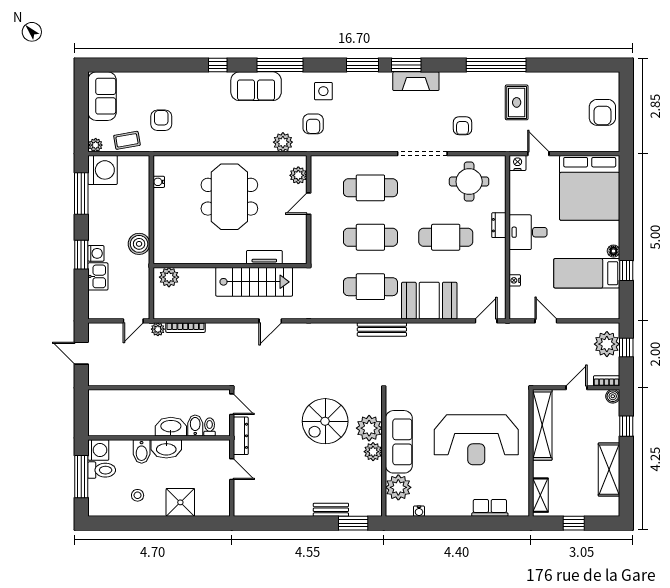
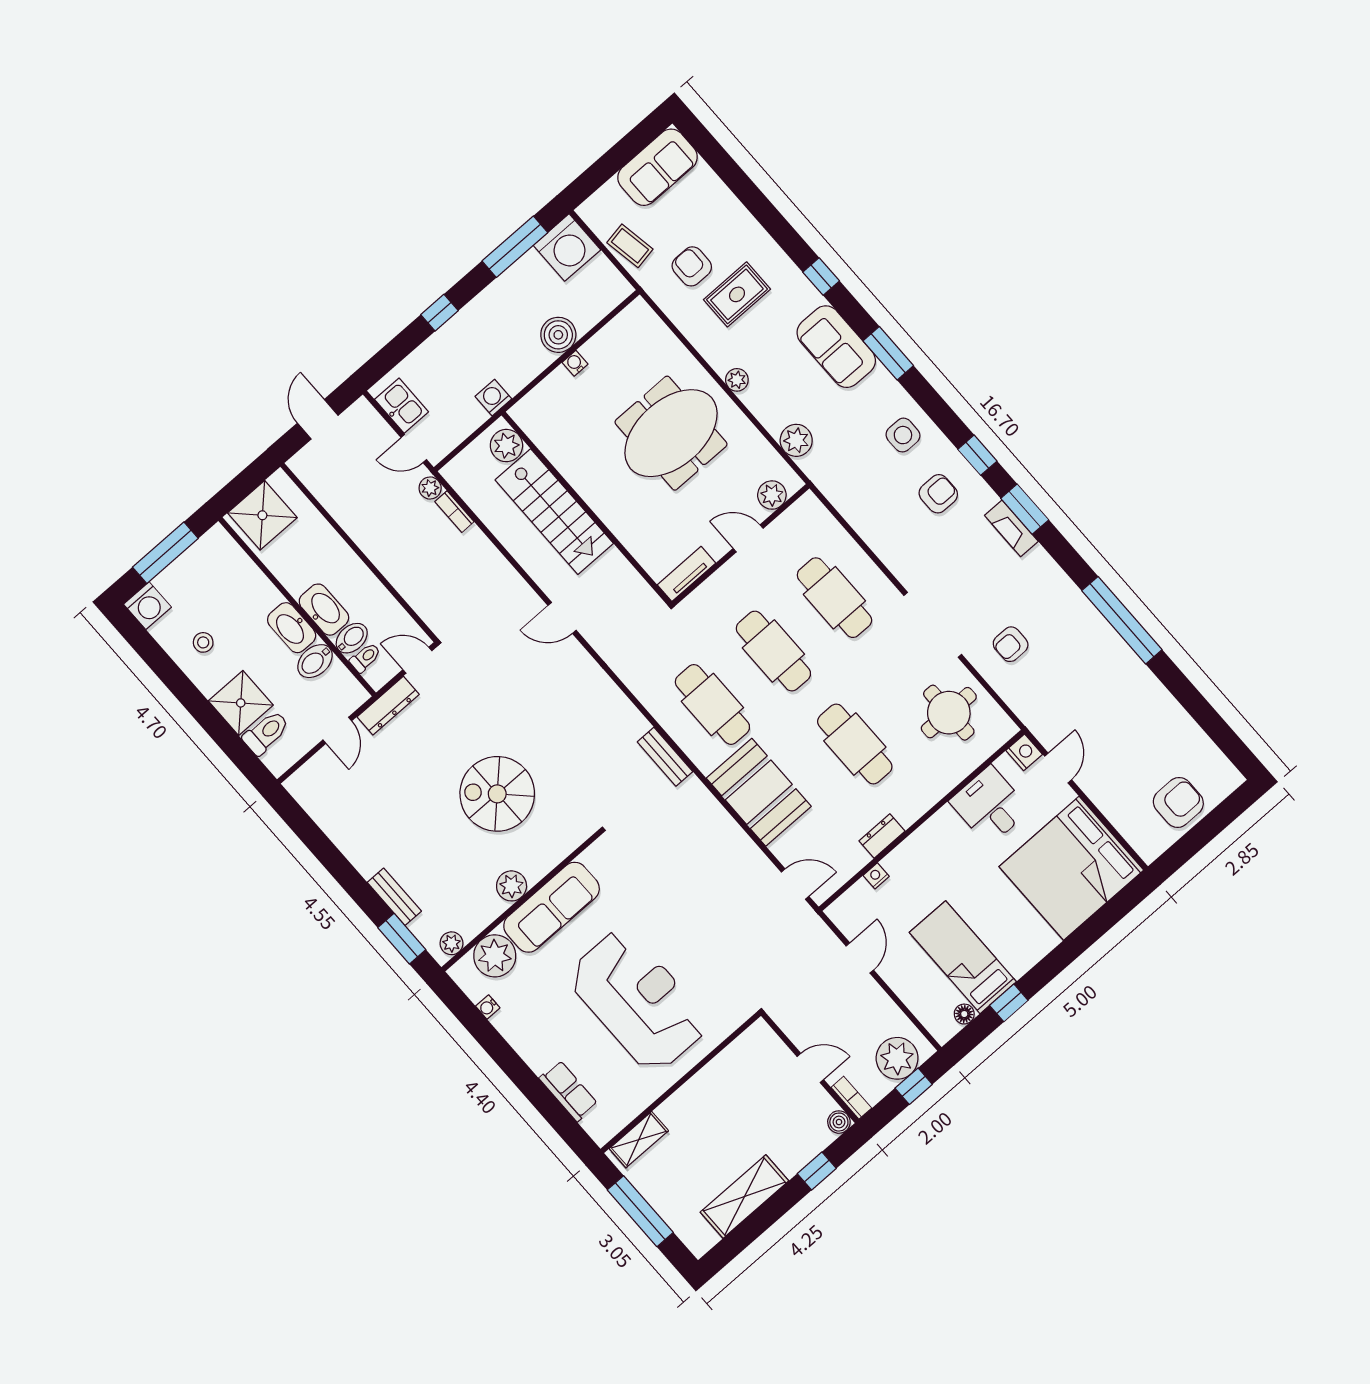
window: (280, 65) -> (888, 353), width x0.69
window: (362, 65) -> (977, 455), width x0.67
fireplace: (416, 81) -> (1011, 528), width x0.73, depth x0.76
rug: (517, 102) -> (737, 294), moved
armchair: (602, 112) -> (1178, 802), turned 180
armchair: (161, 120) -> (692, 266), turned -90
armchair: (313, 124) -> (938, 494), moved, turned 180
plant: (96, 145) -> (737, 380), moved
water cooler: (159, 182) -> (575, 363), moved
dresser: (499, 225) -> (882, 836), moved
desk: (528, 232) -> (990, 806), moved
boiler: (139, 244) -> (558, 335), moved
floor lamp: (613, 251) -> (964, 1014), moved
washing machine: (96, 253) -> (493, 398), moved, turned 180
window: (81, 255) -> (439, 313), width x0.67
tv unit: (264, 257) -> (686, 574), moved, turned -90
kitchen sink: (98, 276) -> (402, 406), moved, turned -90
stairs: (254, 282) -> (554, 512), moved
bookcase: (185, 328) -> (454, 512), width x0.64
bench: (382, 329) -> (665, 757), width x0.73
door: (232, 404) -> (417, 660), swing flipped
shower: (103, 417) -> (262, 515), added
shelving: (542, 425) -> (728, 1066), removed
plant: (369, 428) -> (451, 943), moved, width x0.53, depth x0.53
reception desk: (476, 440) -> (638, 1001), turned 180
washing machine: (98, 450) -> (147, 606), moved
bidet: (142, 452) -> (315, 661), moved
toilet: (102, 470) -> (266, 733), moved, turned -90
window: (574, 523) -> (640, 1211), width x2.17

